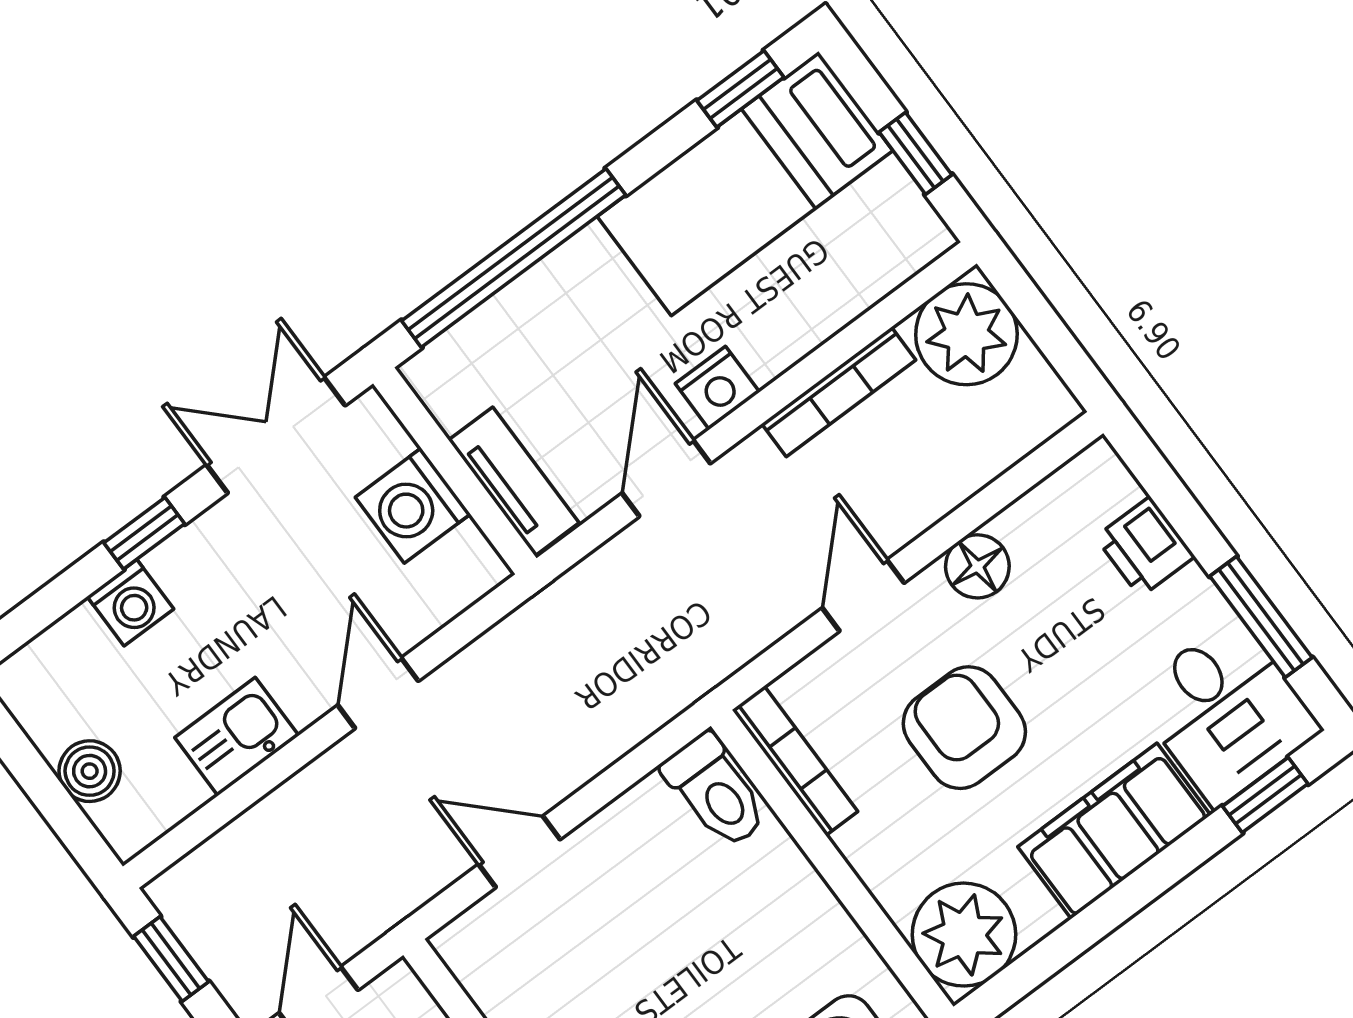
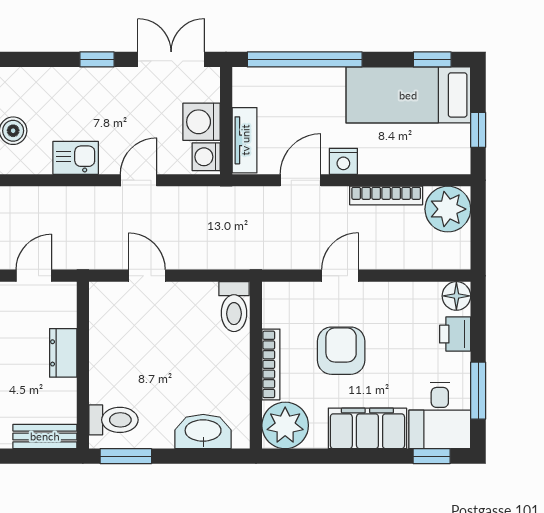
floor lamp: (977, 566) -> (456, 296), moved
washing machine: (130, 603) -> (206, 157), moved, turned 90
bookcase: (795, 761) -> (271, 364), moved

